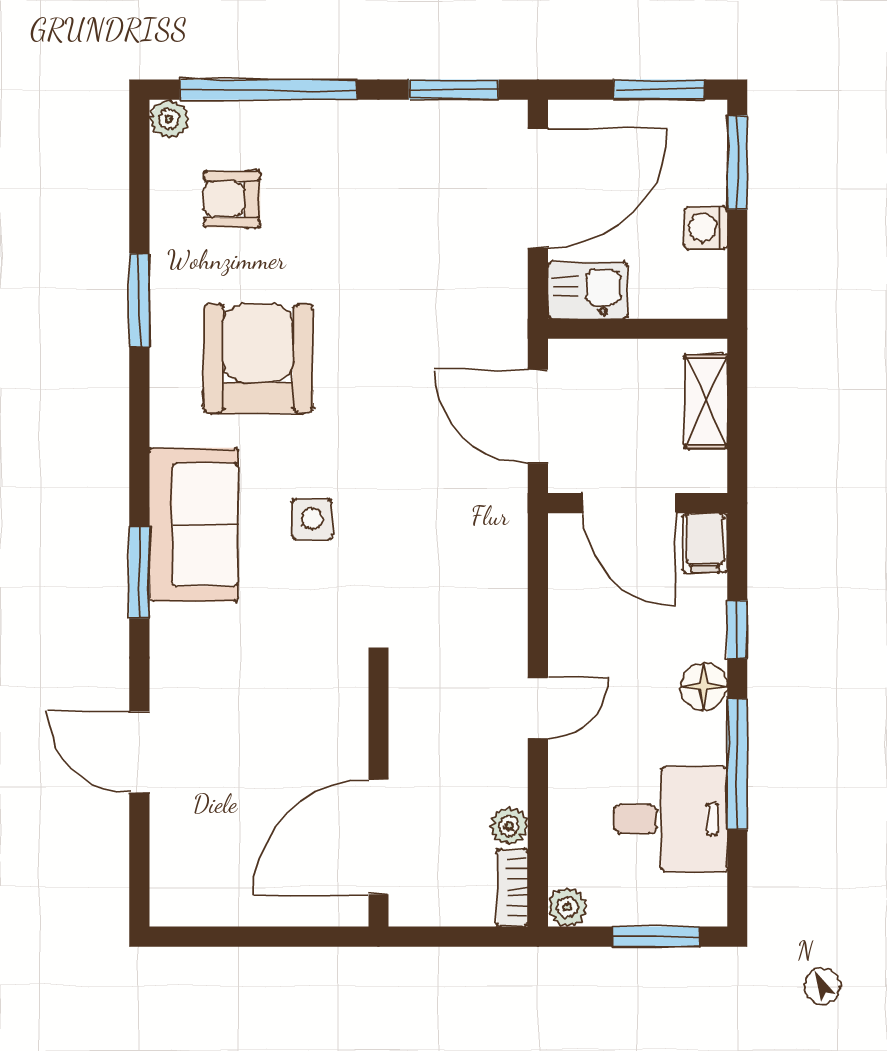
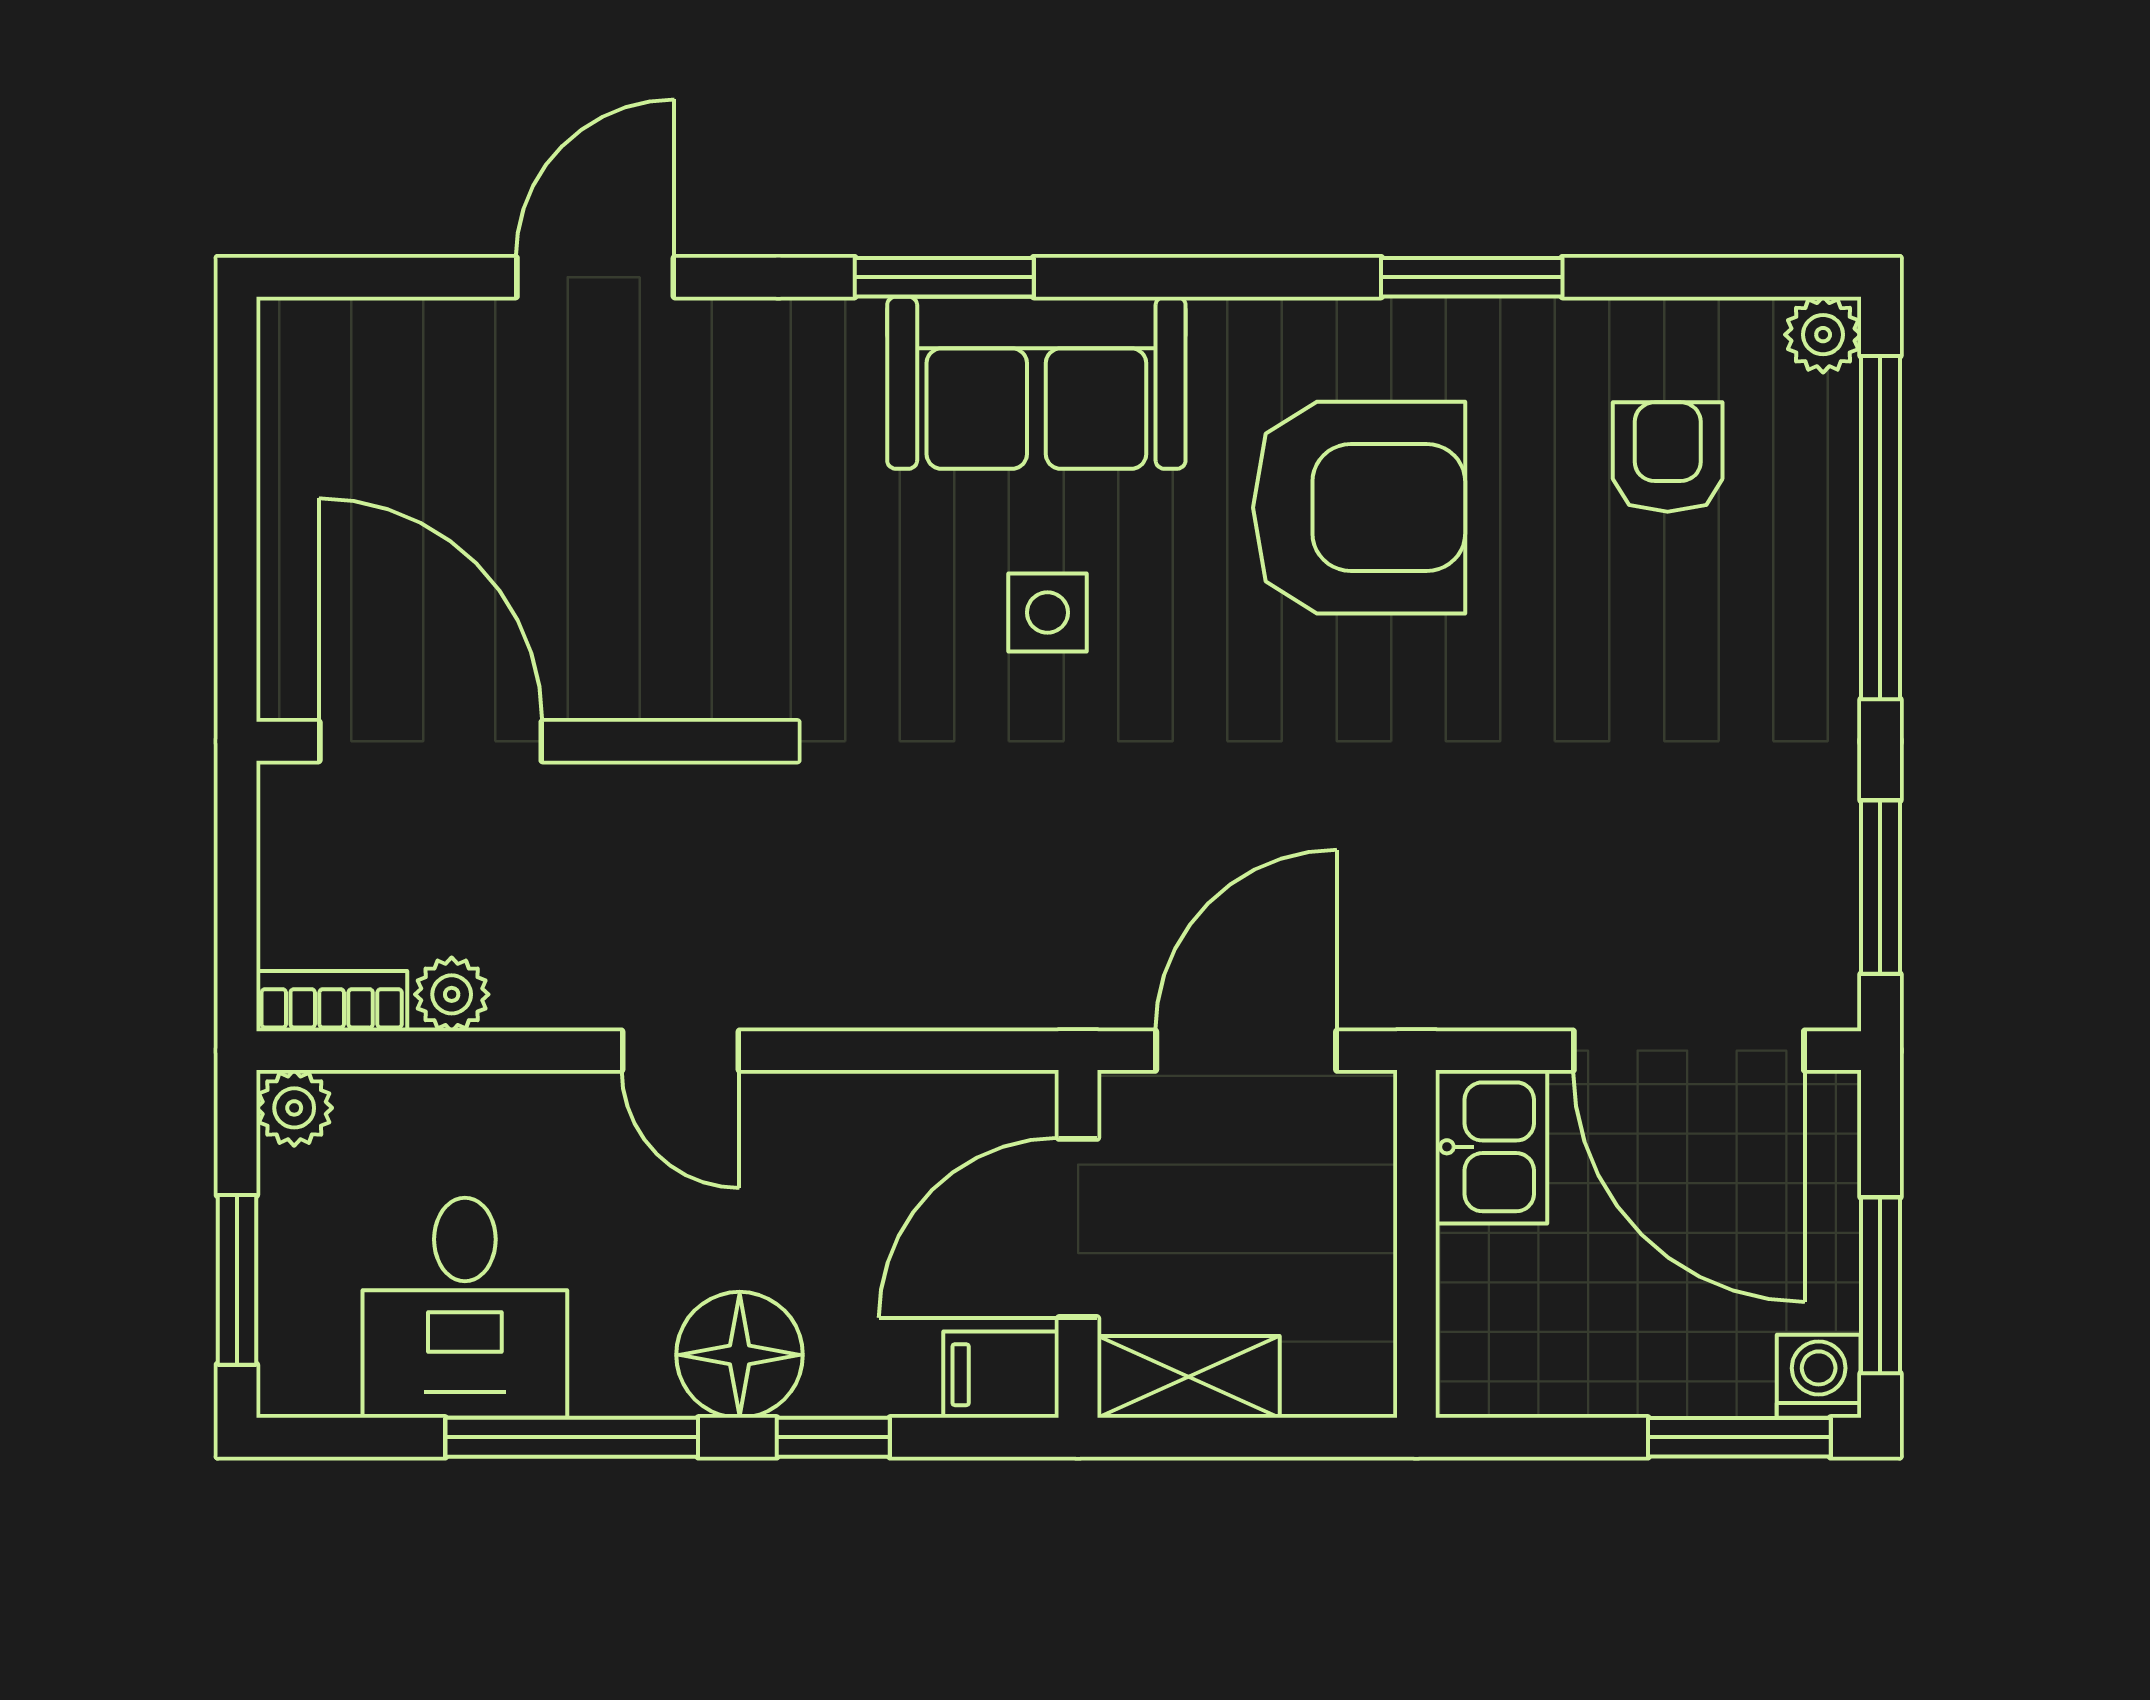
washing machine: (706, 228) -> (1819, 1376), moved
shelving: (706, 402) -> (1189, 1377), moved
floor lamp: (704, 687) -> (740, 1355), width x1.38, depth x1.38

